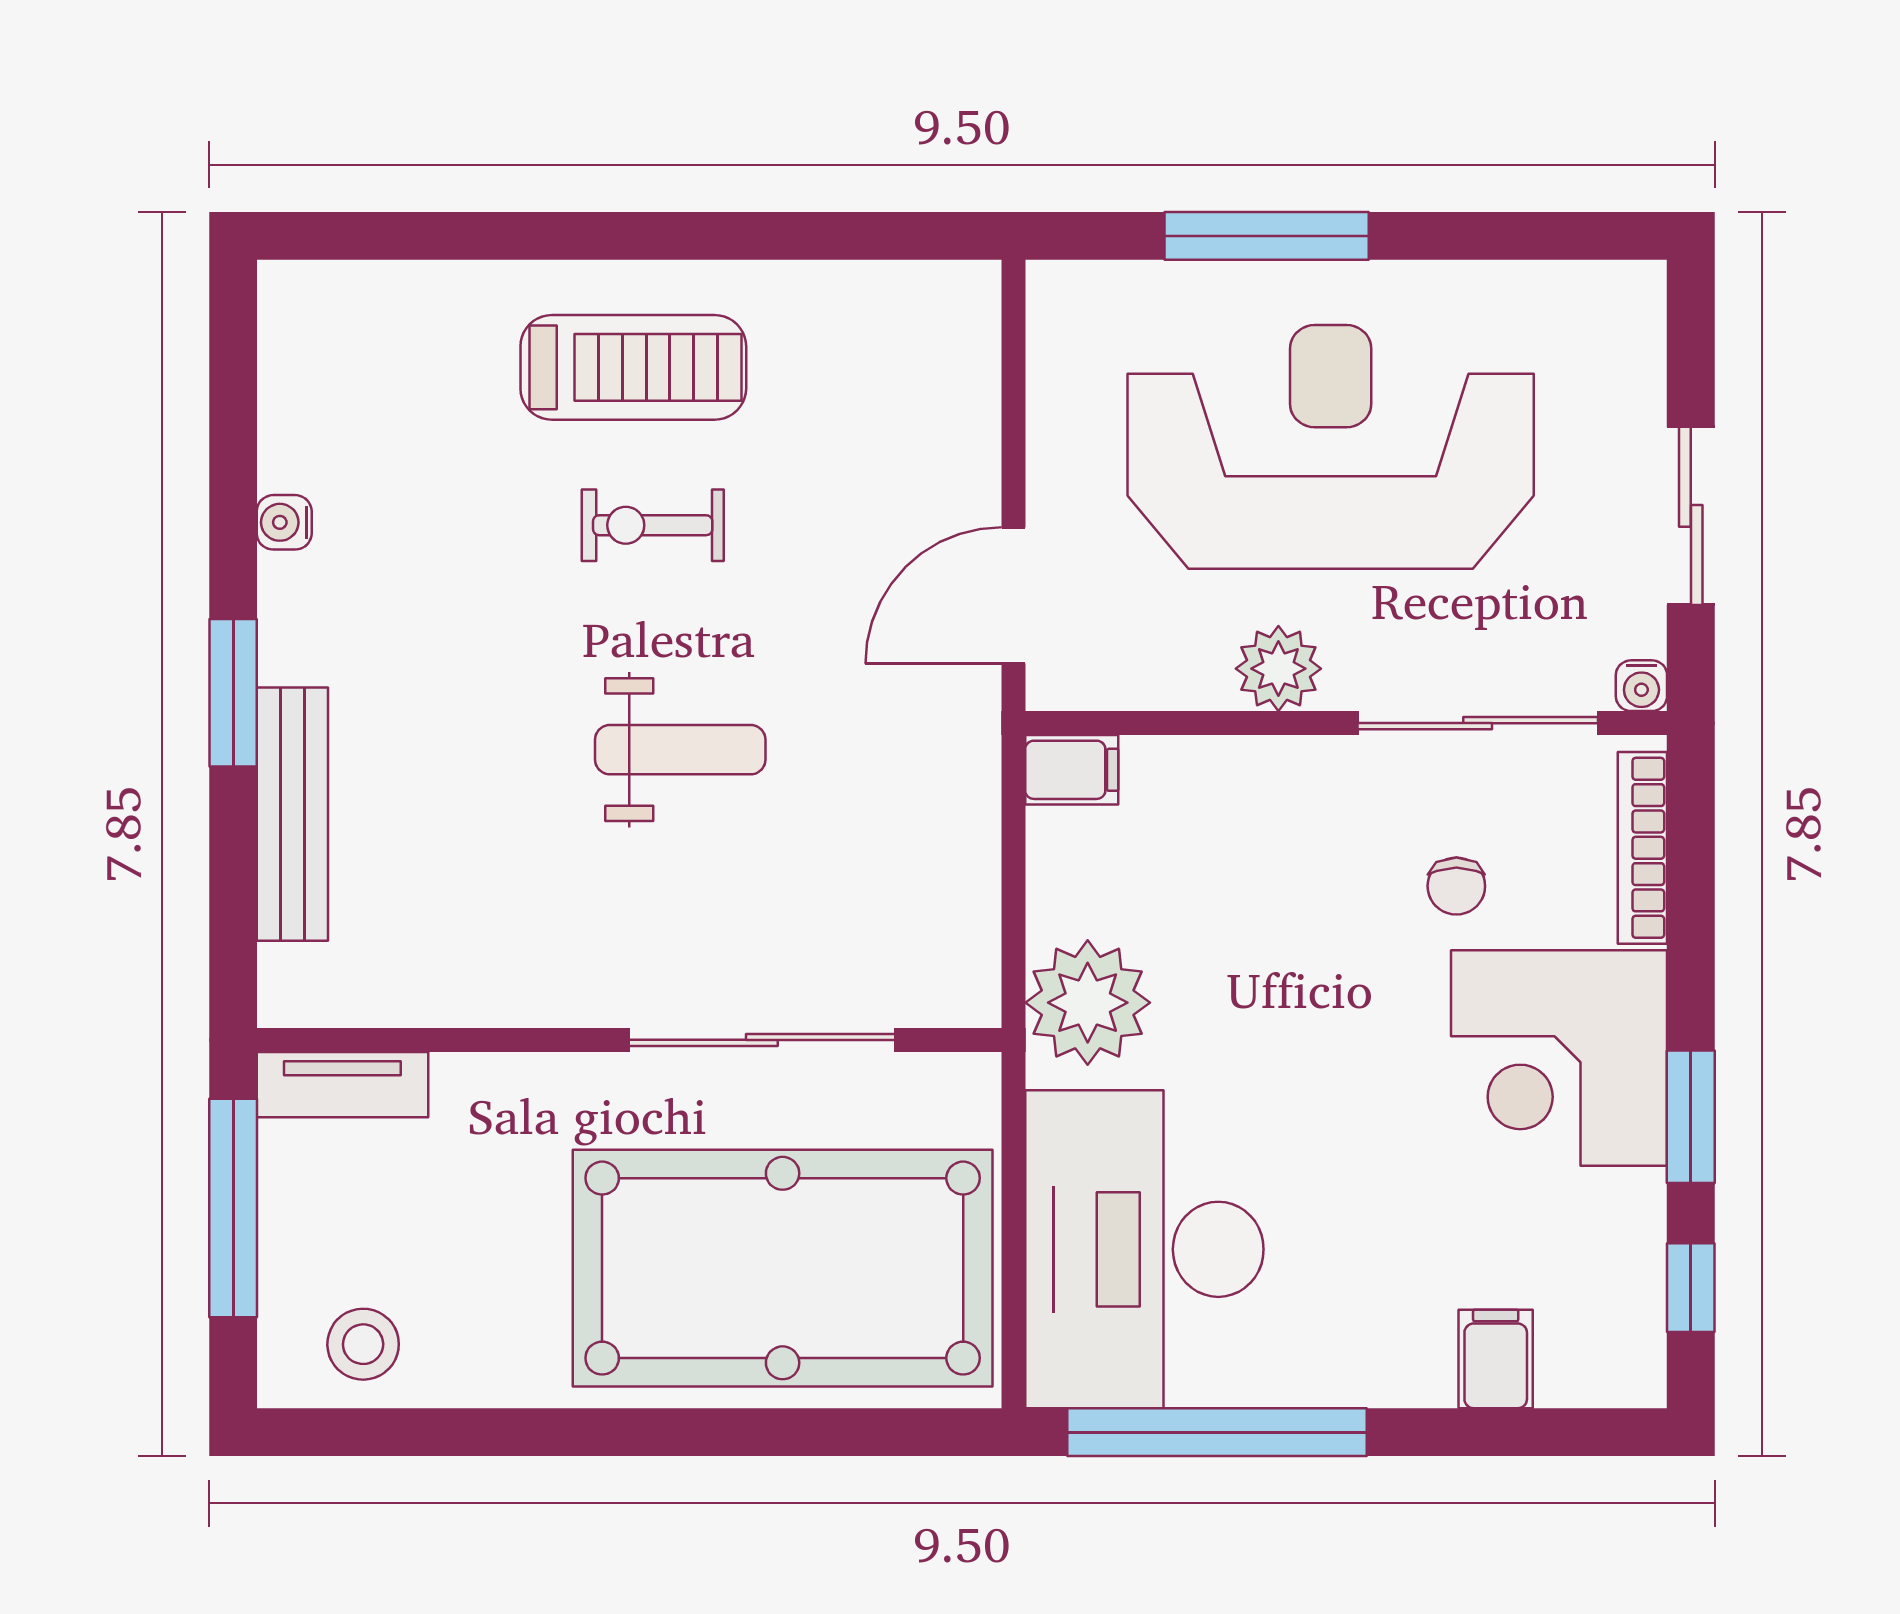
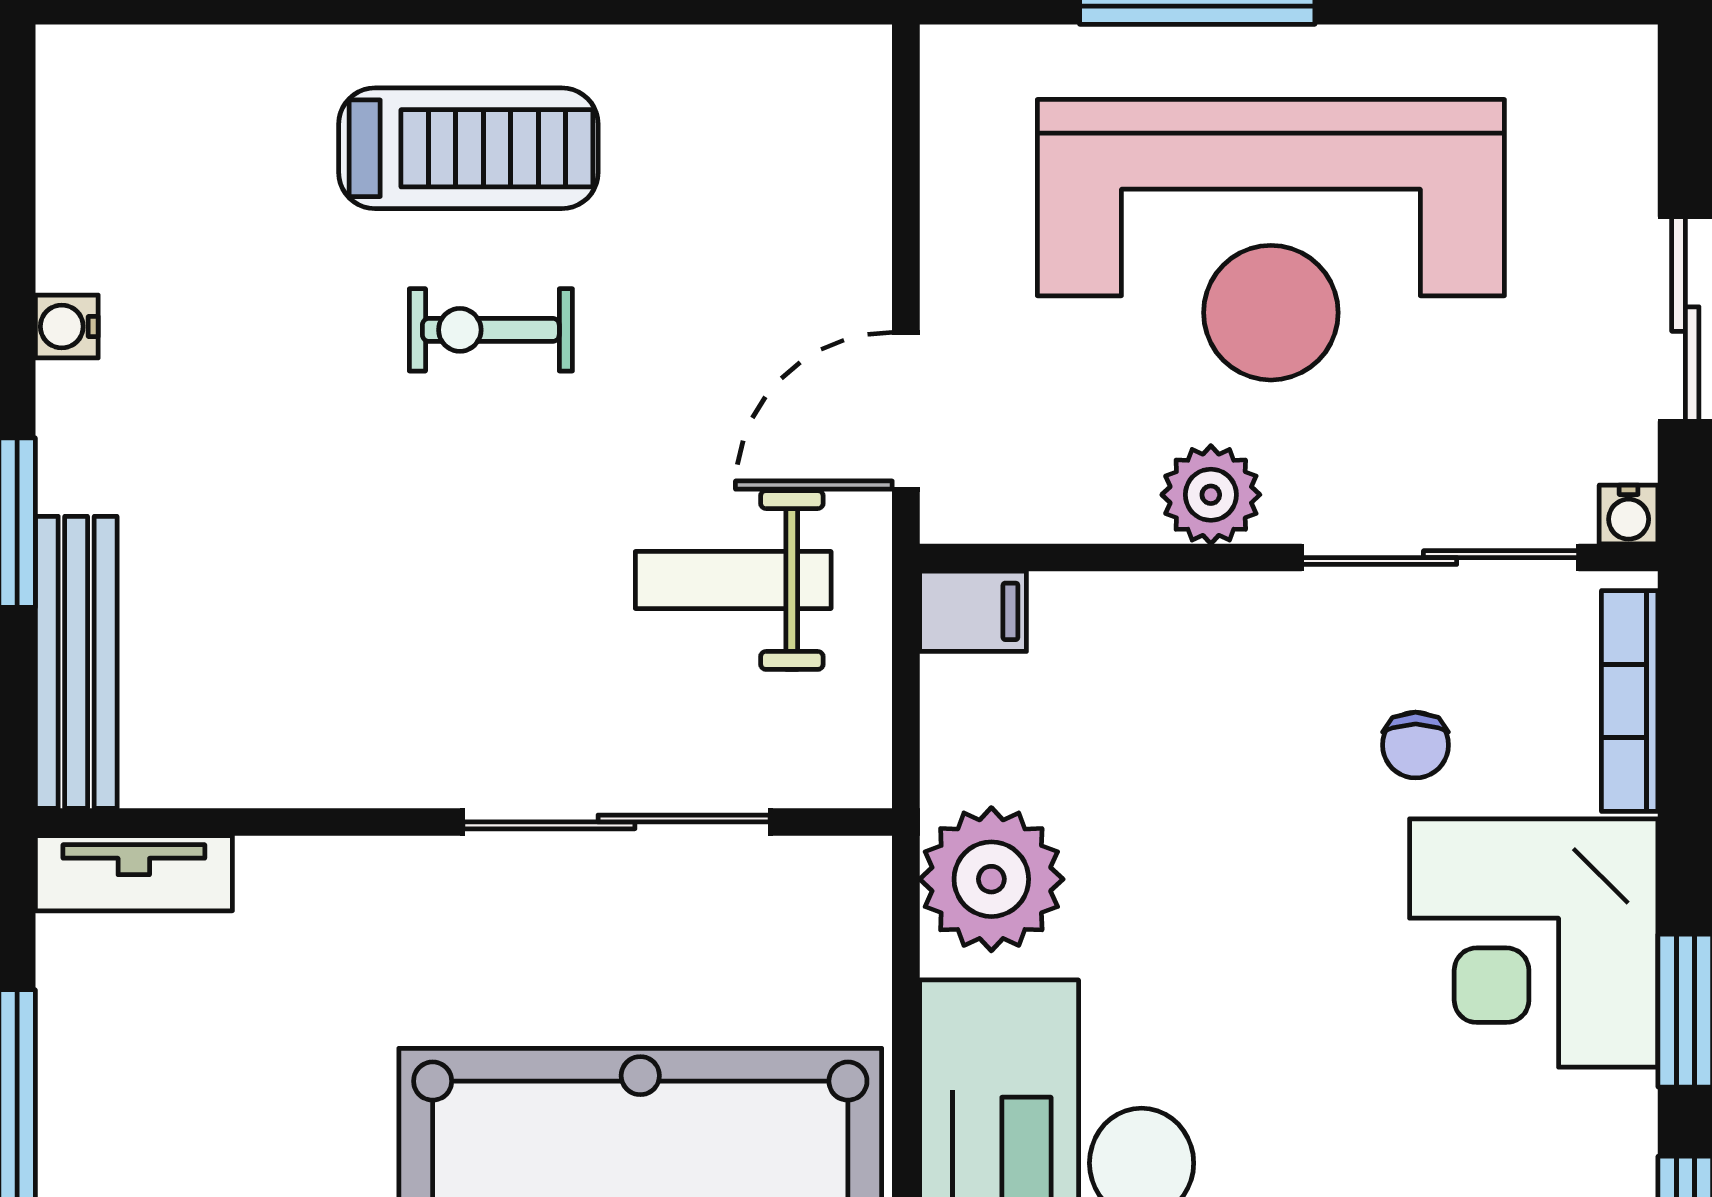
reception desk: (1331, 447) -> (1271, 240), turned 180
weight bench: (680, 750) -> (733, 580), moved, turned 180
wall: (629, 1040) -> (464, 822), moved
sliding door: (762, 1040) -> (616, 822), moved
tv unit: (342, 1085) -> (134, 873), moved

